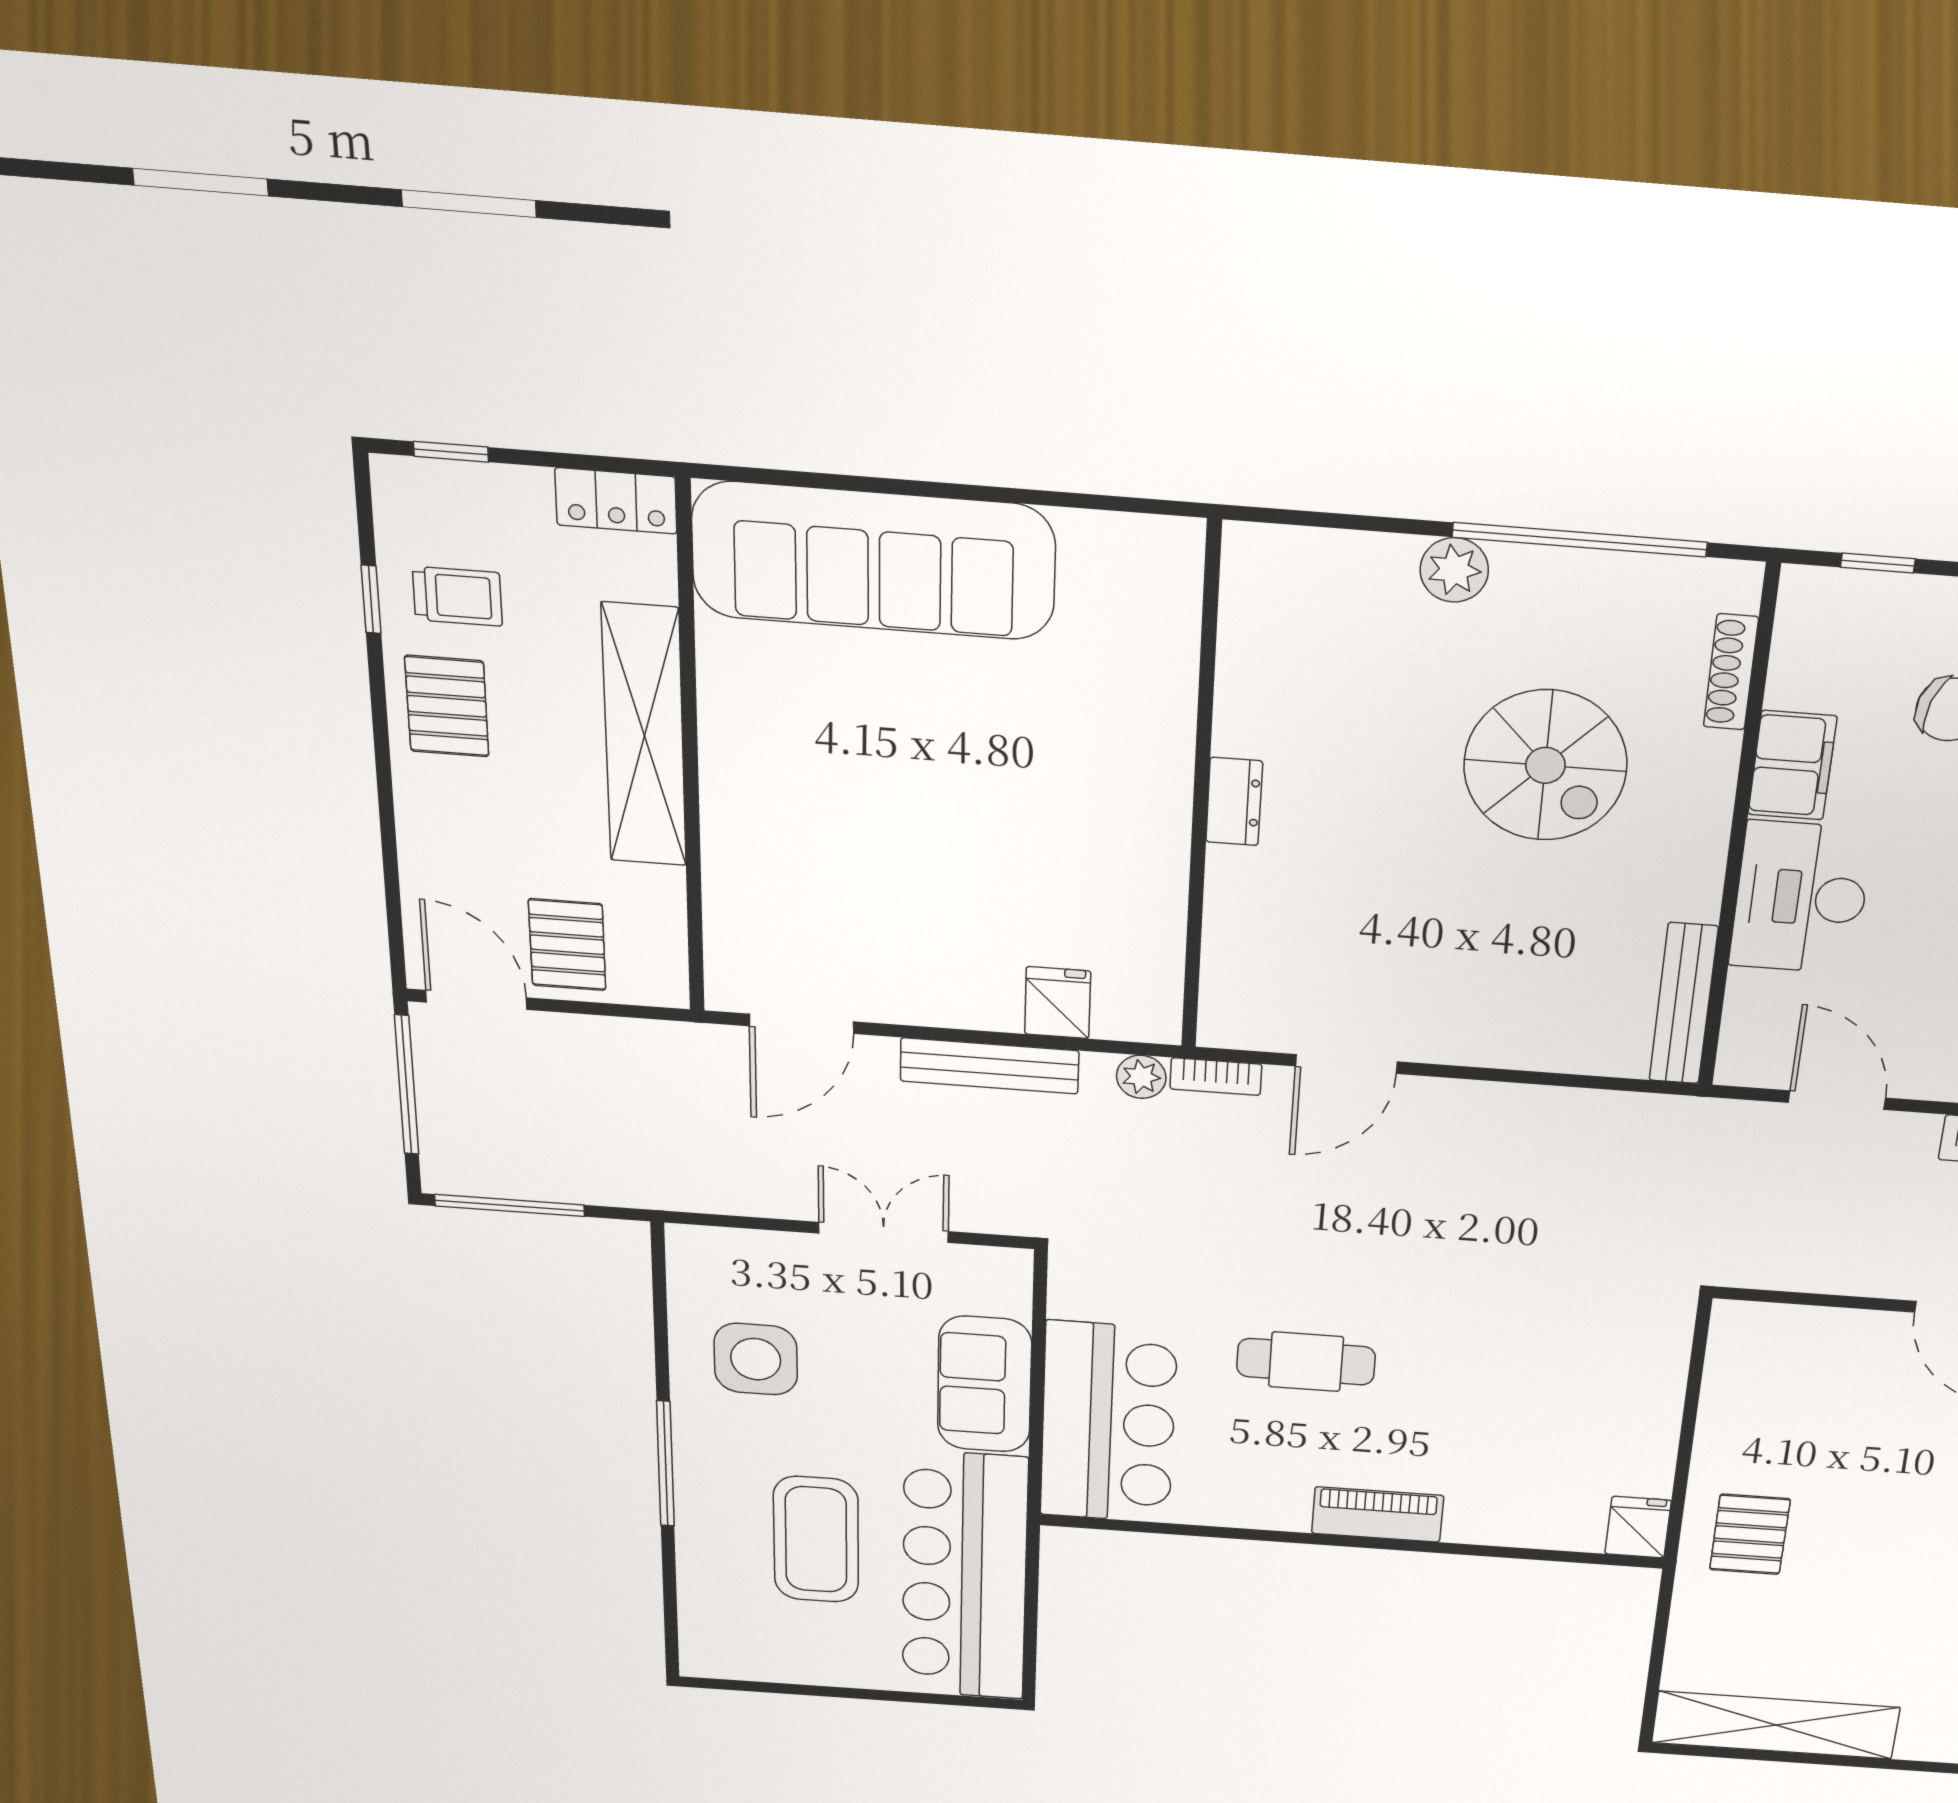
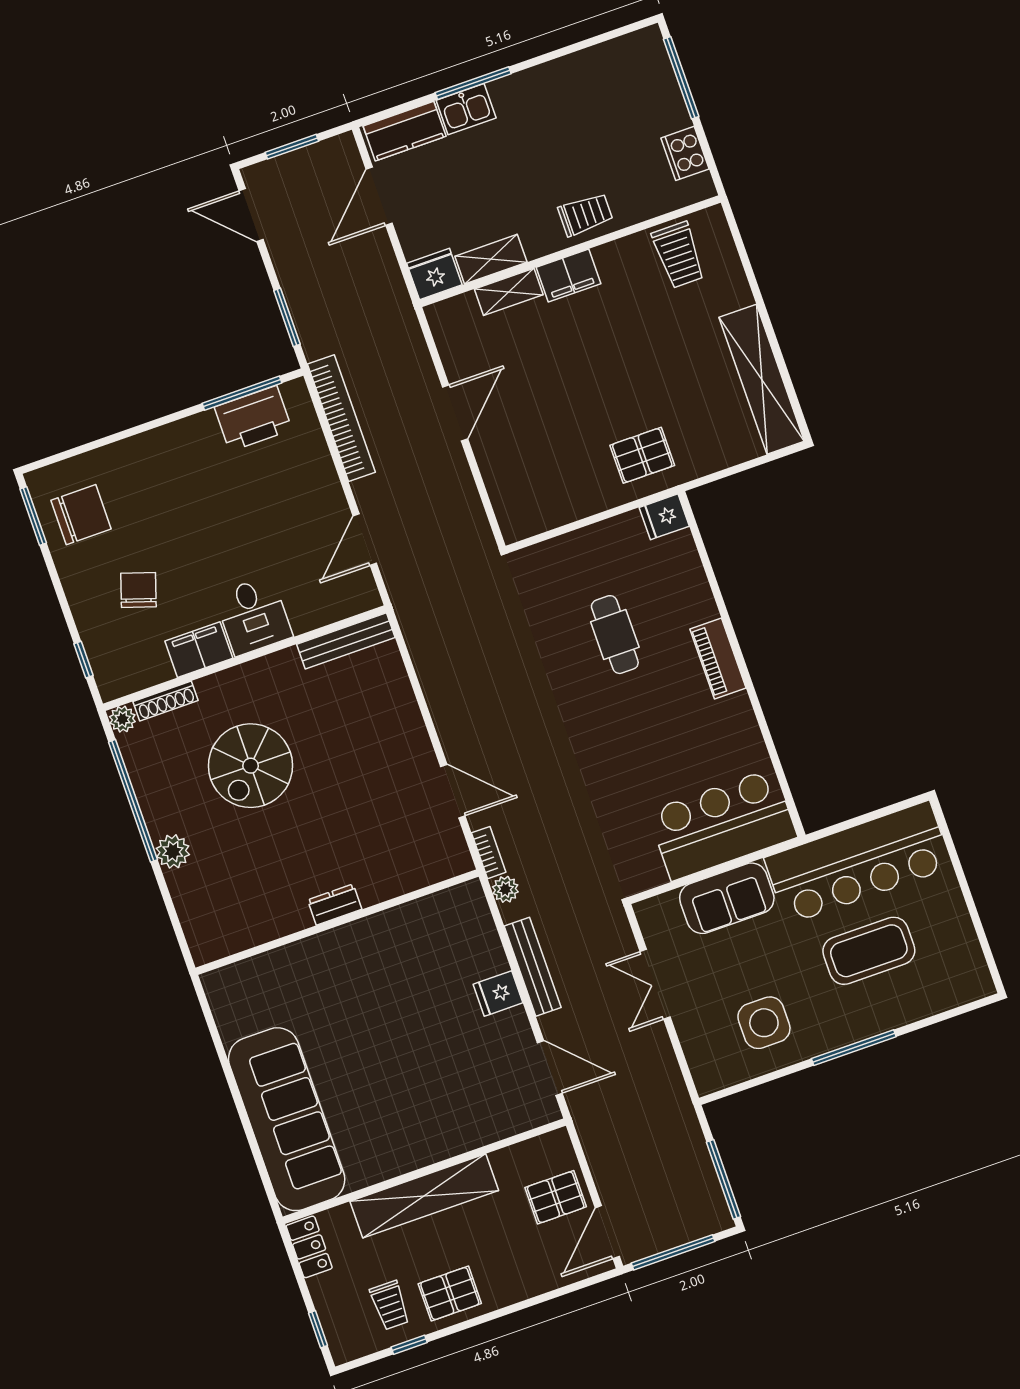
plant: (1736, 585) -> (122, 719), added
trolley: (457, 596) -> (390, 1305), turned 180
spiral stairs: (1545, 765) -> (251, 766), turned 180
desk: (1801, 897) -> (253, 616), width x0.73
fridge: (1058, 1003) -> (498, 993), moved
cafe table: (1306, 1362) -> (615, 635), moved

